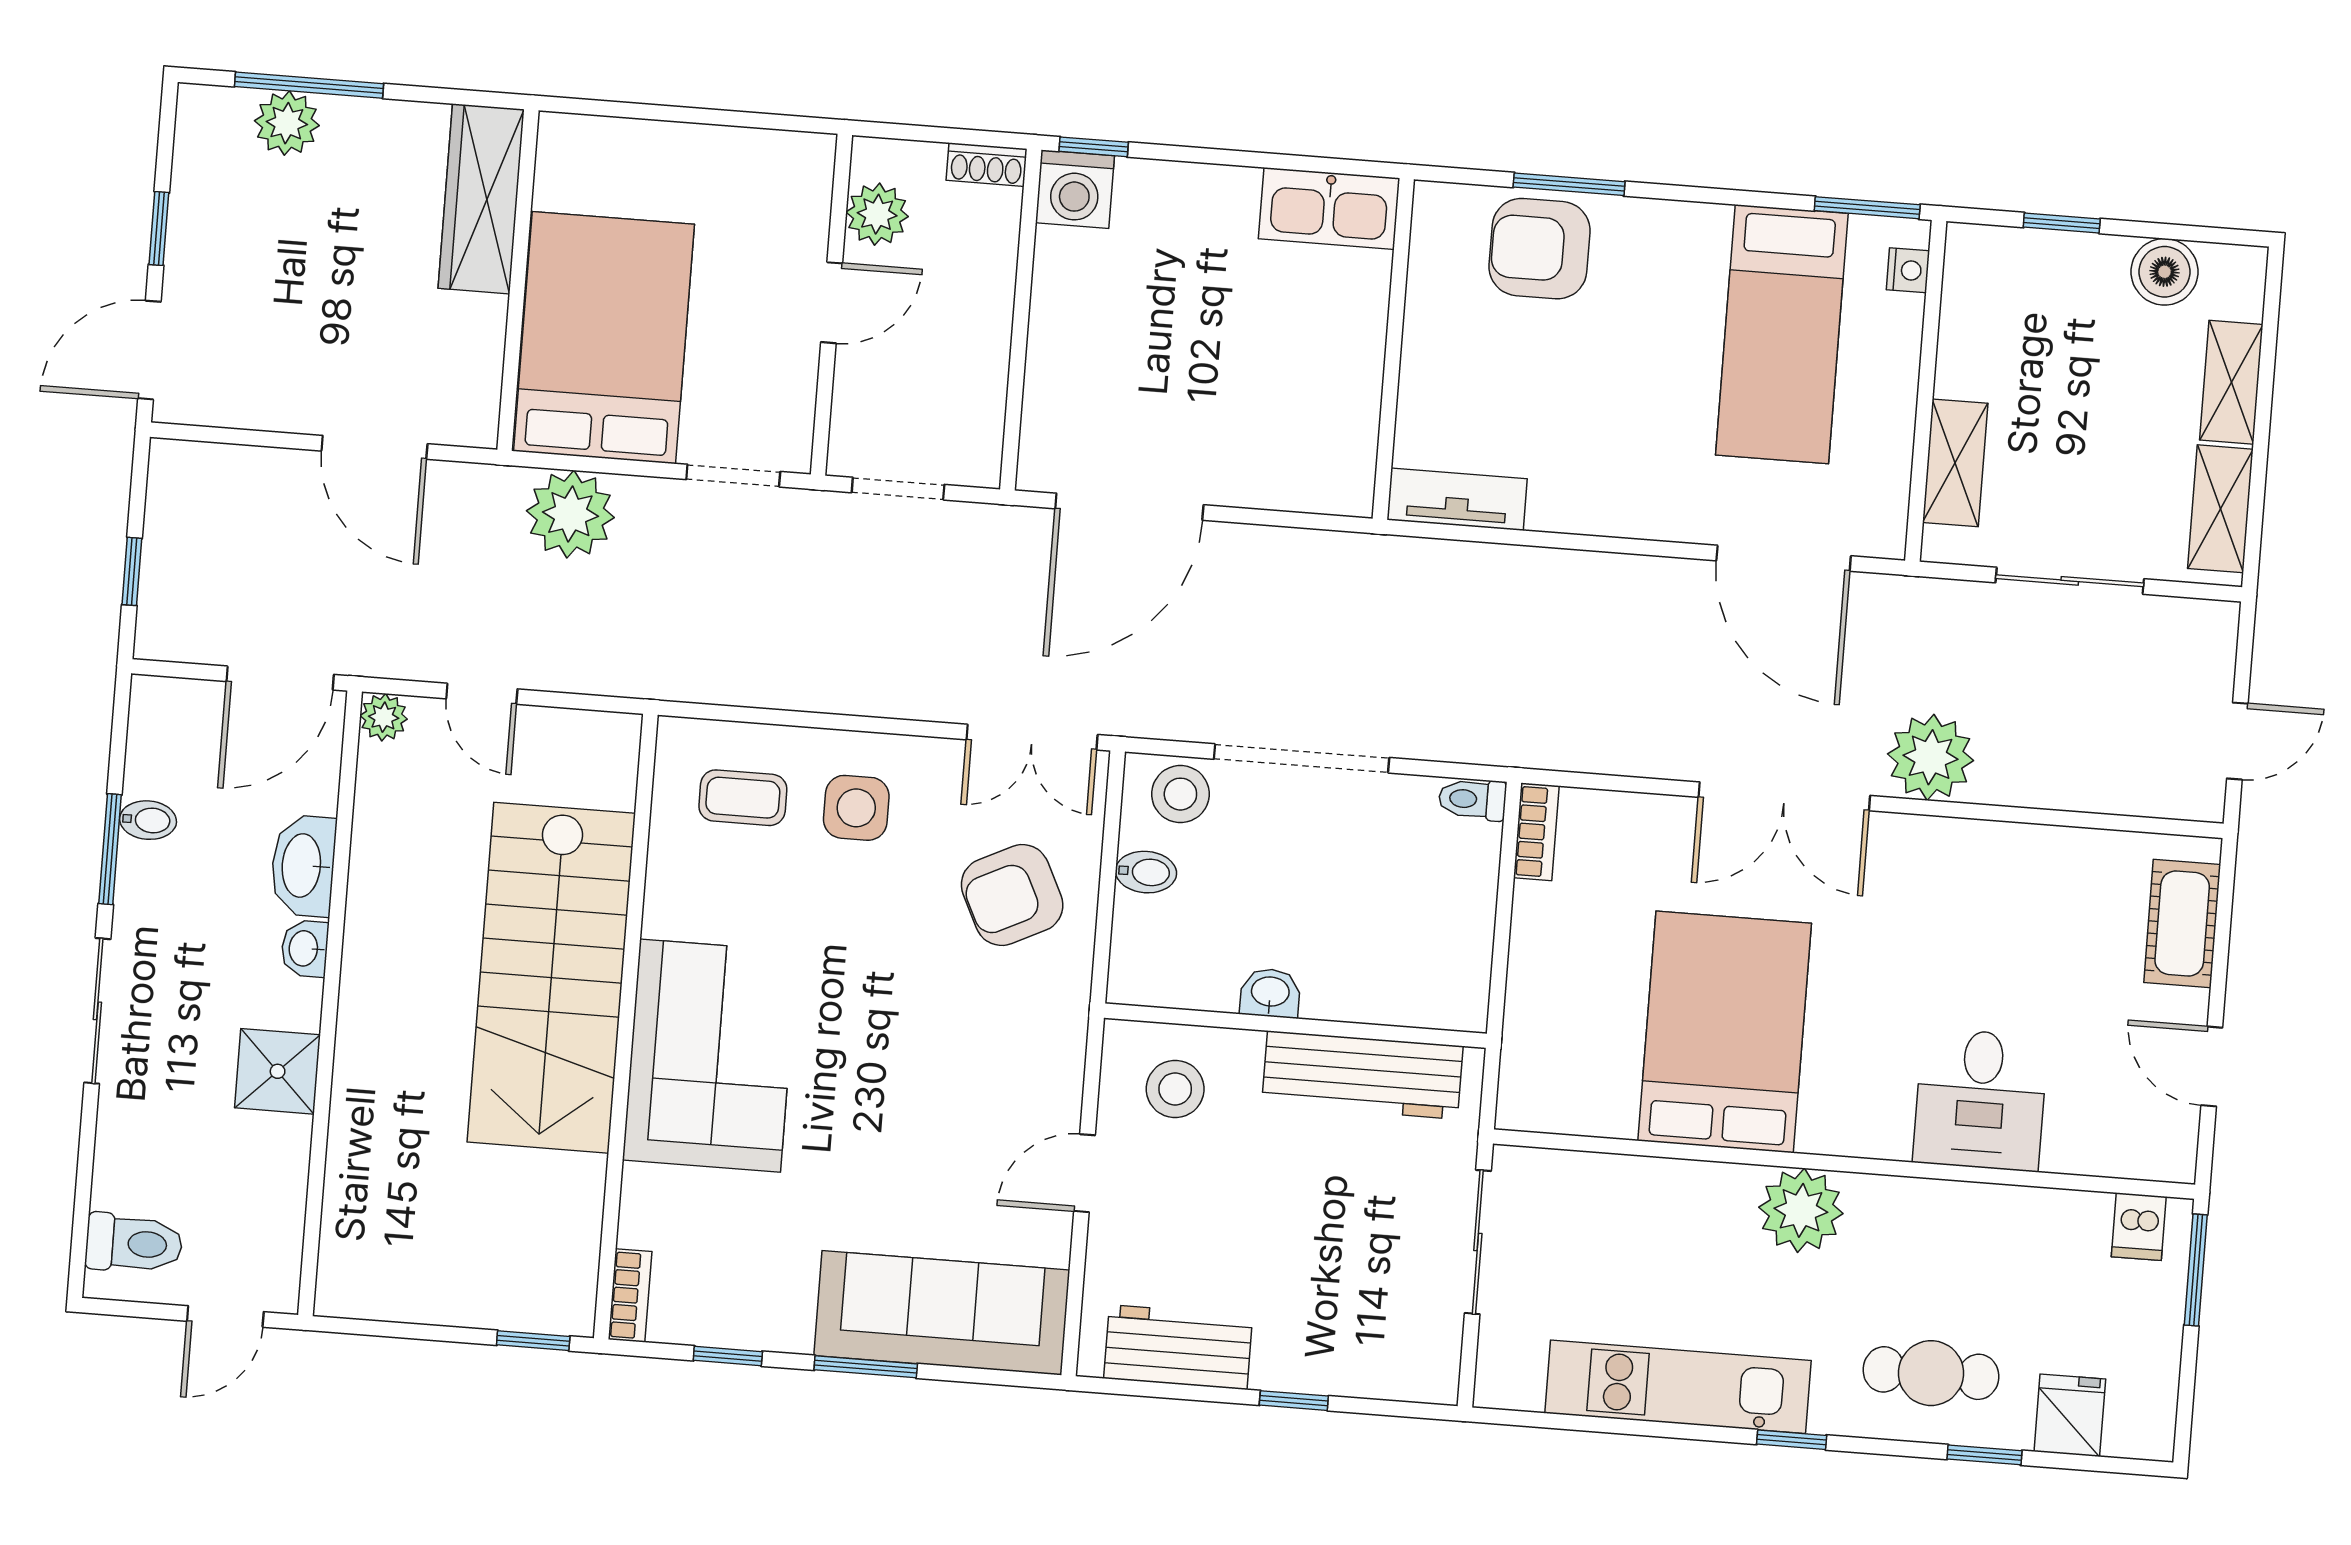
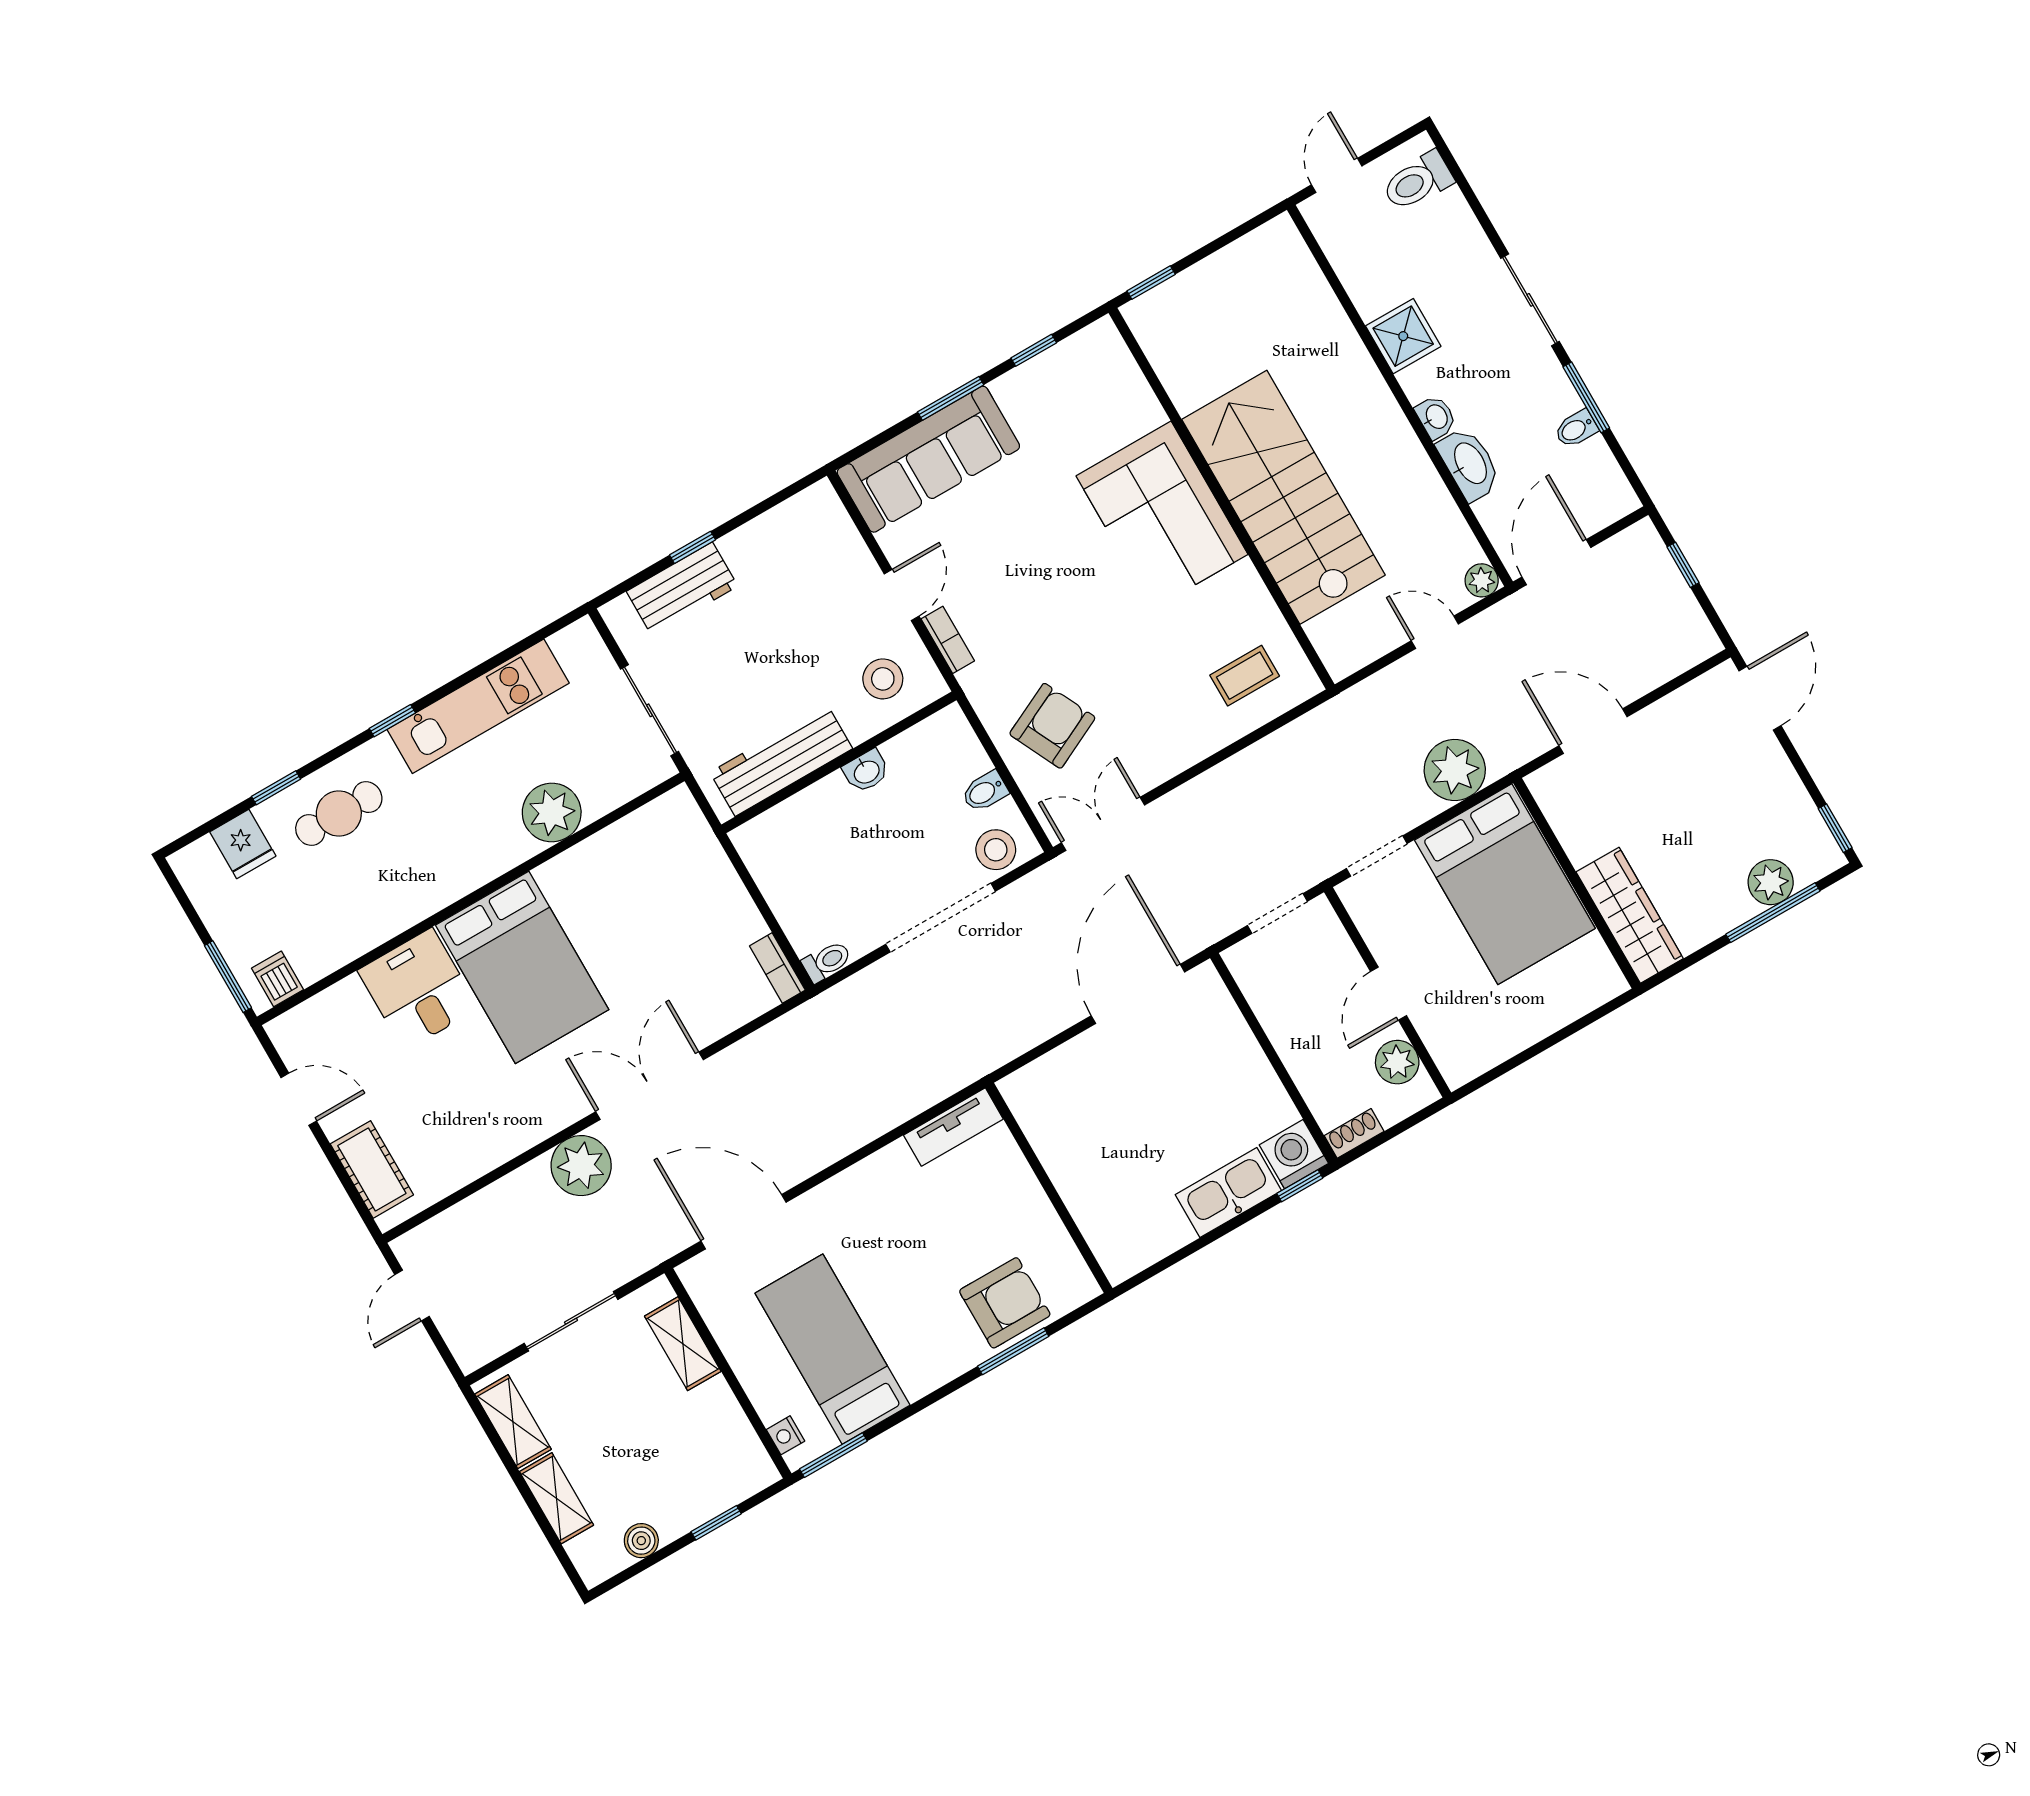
kitchen sink: (1329, 208) -> (1228, 1193), moved
window: (159, 228) -> (1835, 828), moved
boiler: (2165, 272) -> (641, 1541), width x0.73, depth x0.73
side table: (856, 808) -> (1176, 714), removed
bed: (1725, 1032) -> (522, 967), moved
plant: (1801, 1210) -> (552, 812), moved
bookcase: (630, 1295) -> (948, 640), moved, turned 180
workbench: (1178, 1347) -> (682, 589), moved

